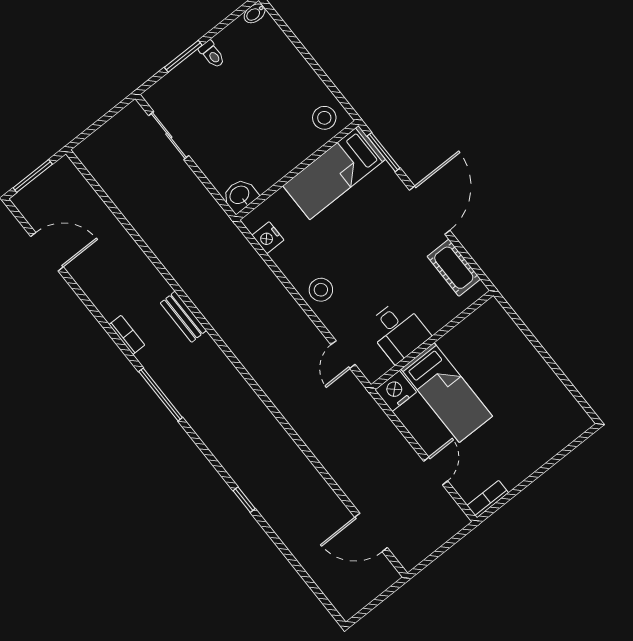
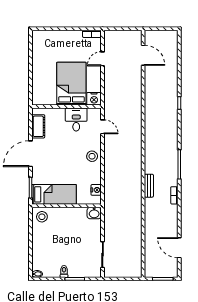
door: (343, 355) -> (103, 127), hinge flipped
bed: (447, 393) -> (71, 84), width x1.50

